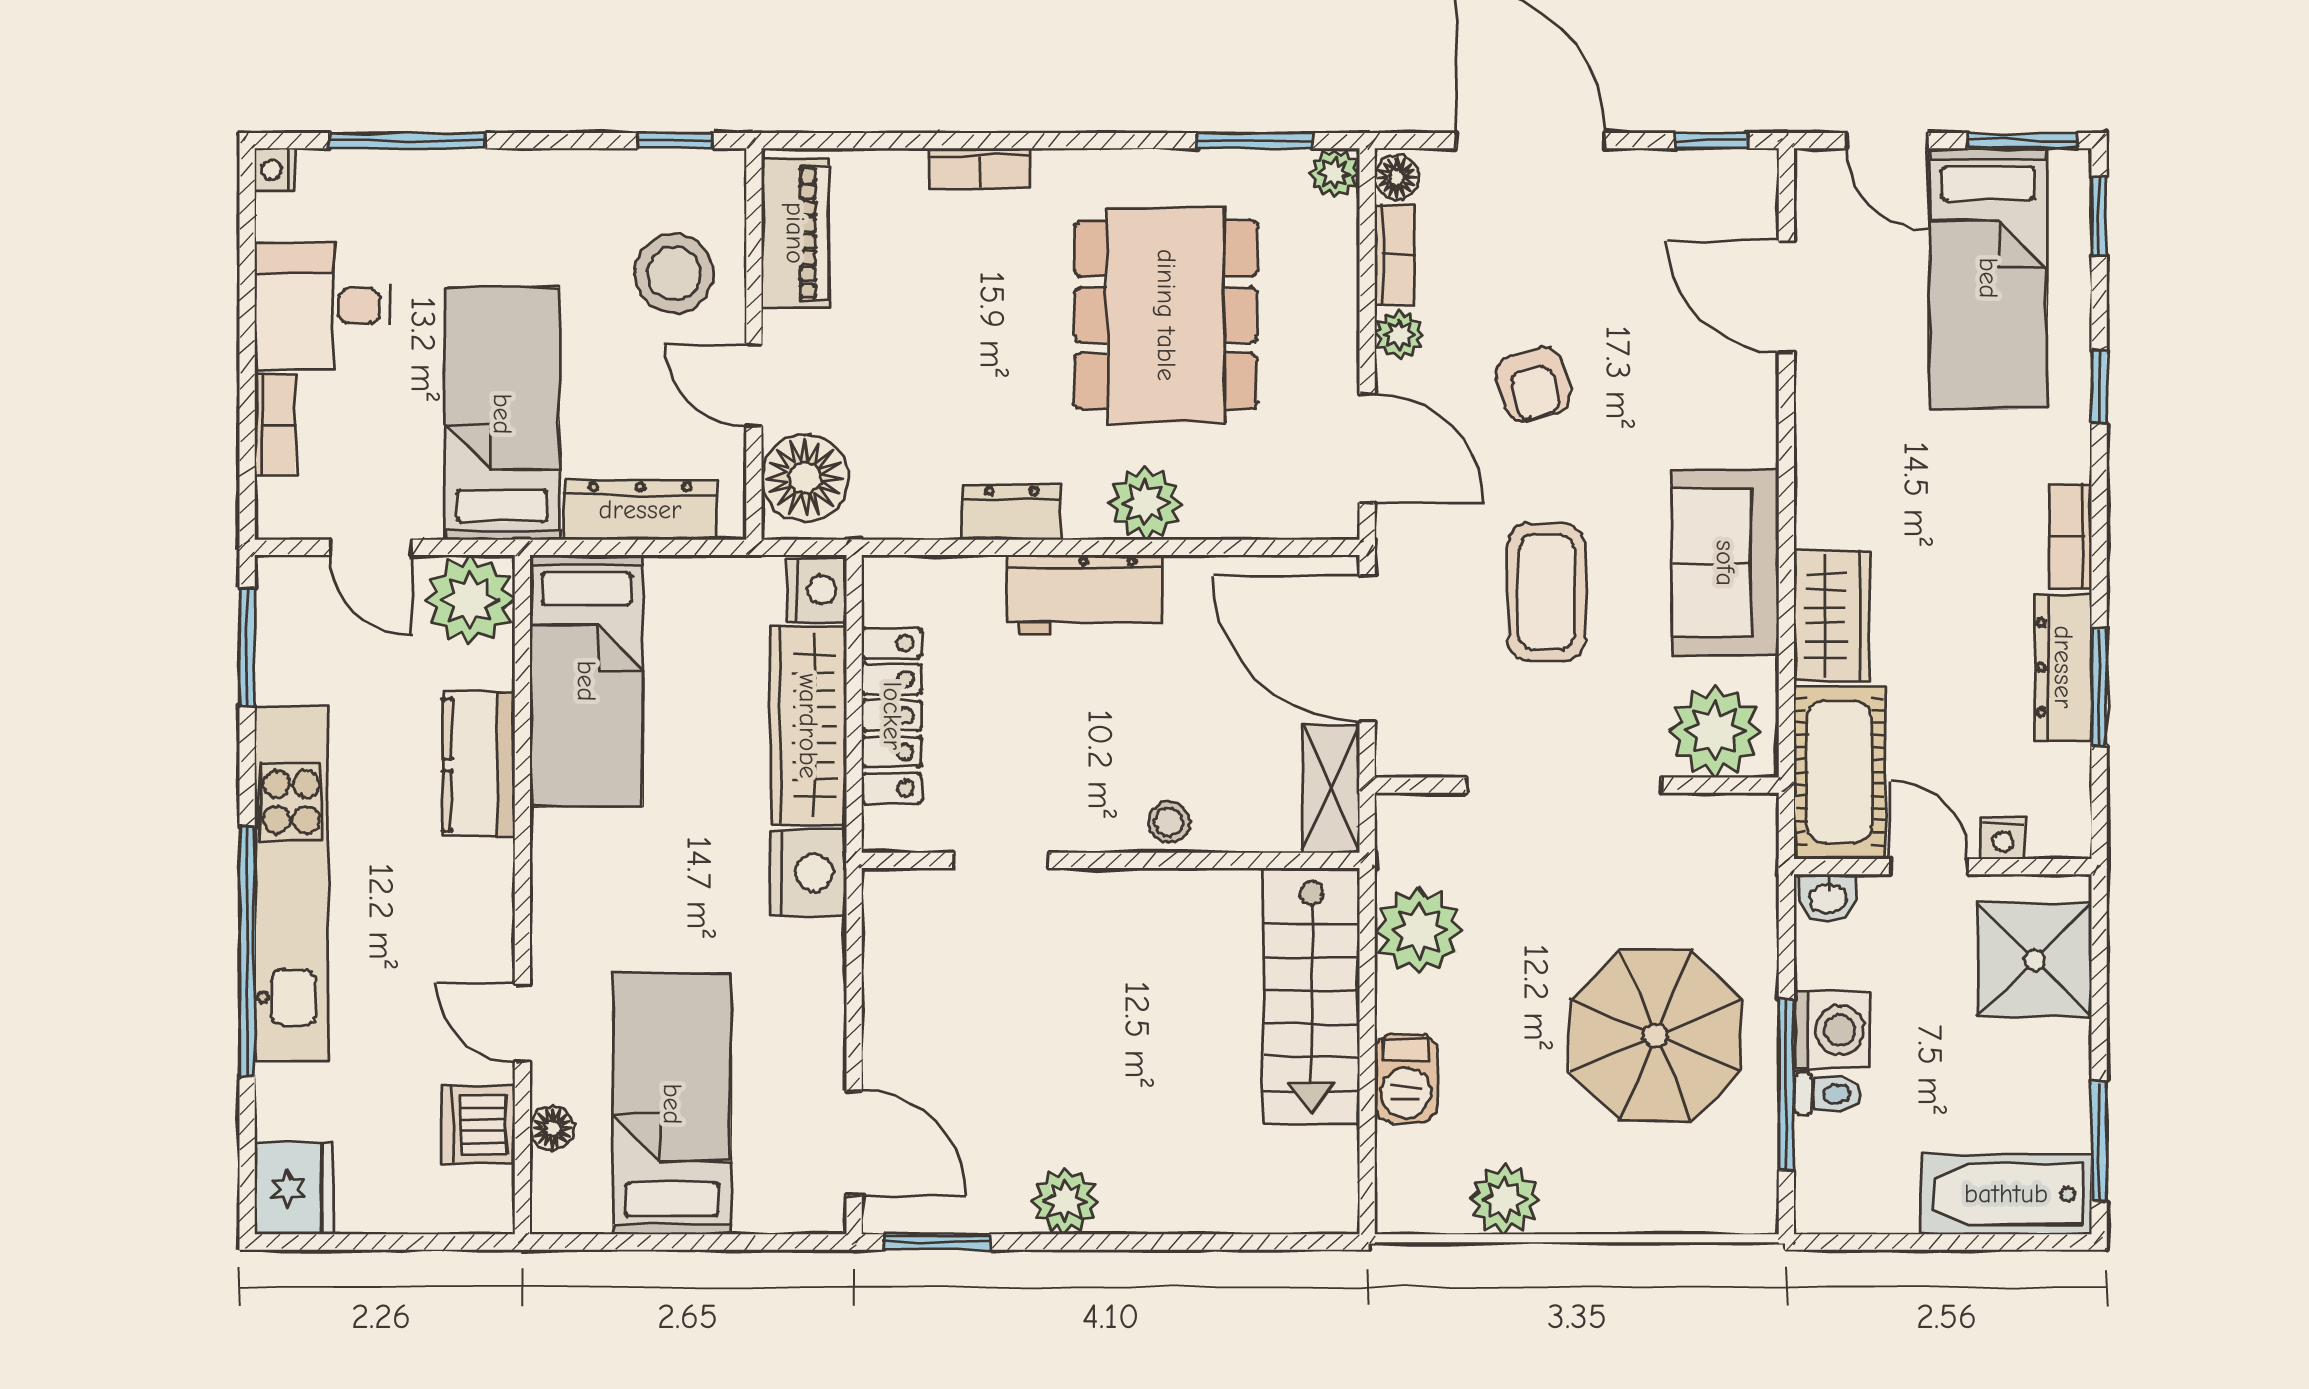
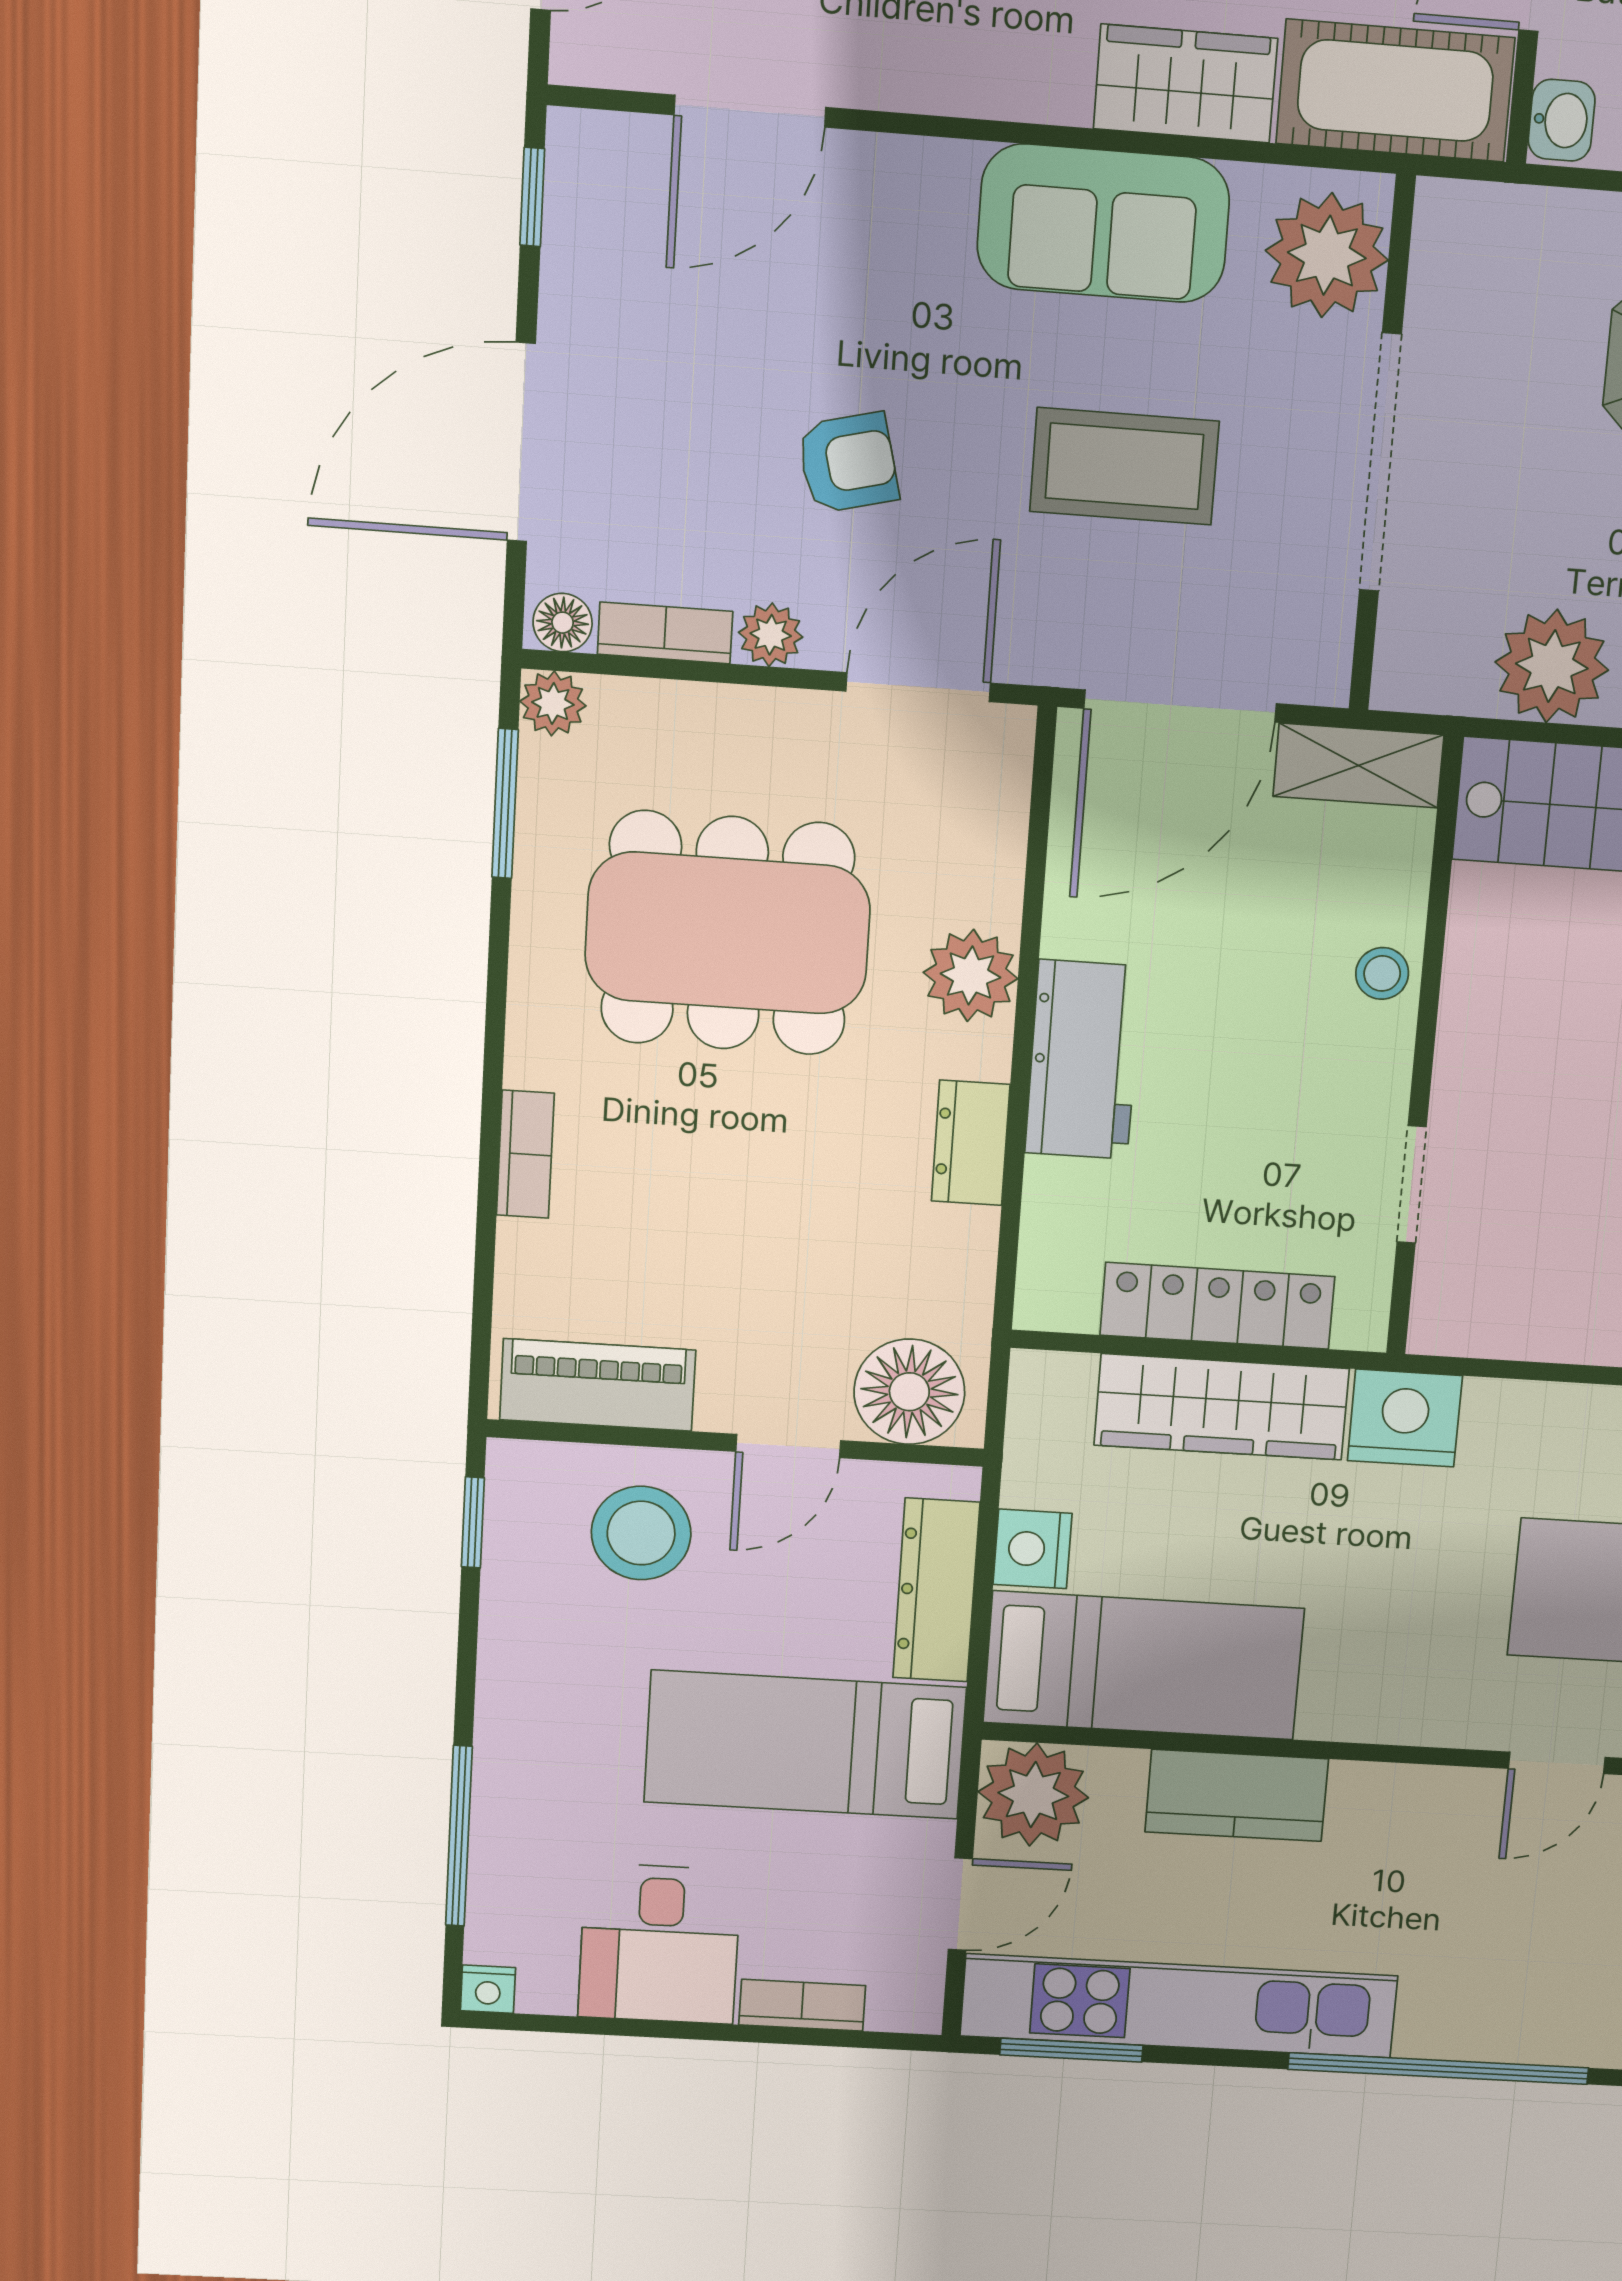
nightstand: (817, 590) -> (1032, 1549), moved, turned -90
kitchen unit: (291, 884) -> (1179, 2006), moved

